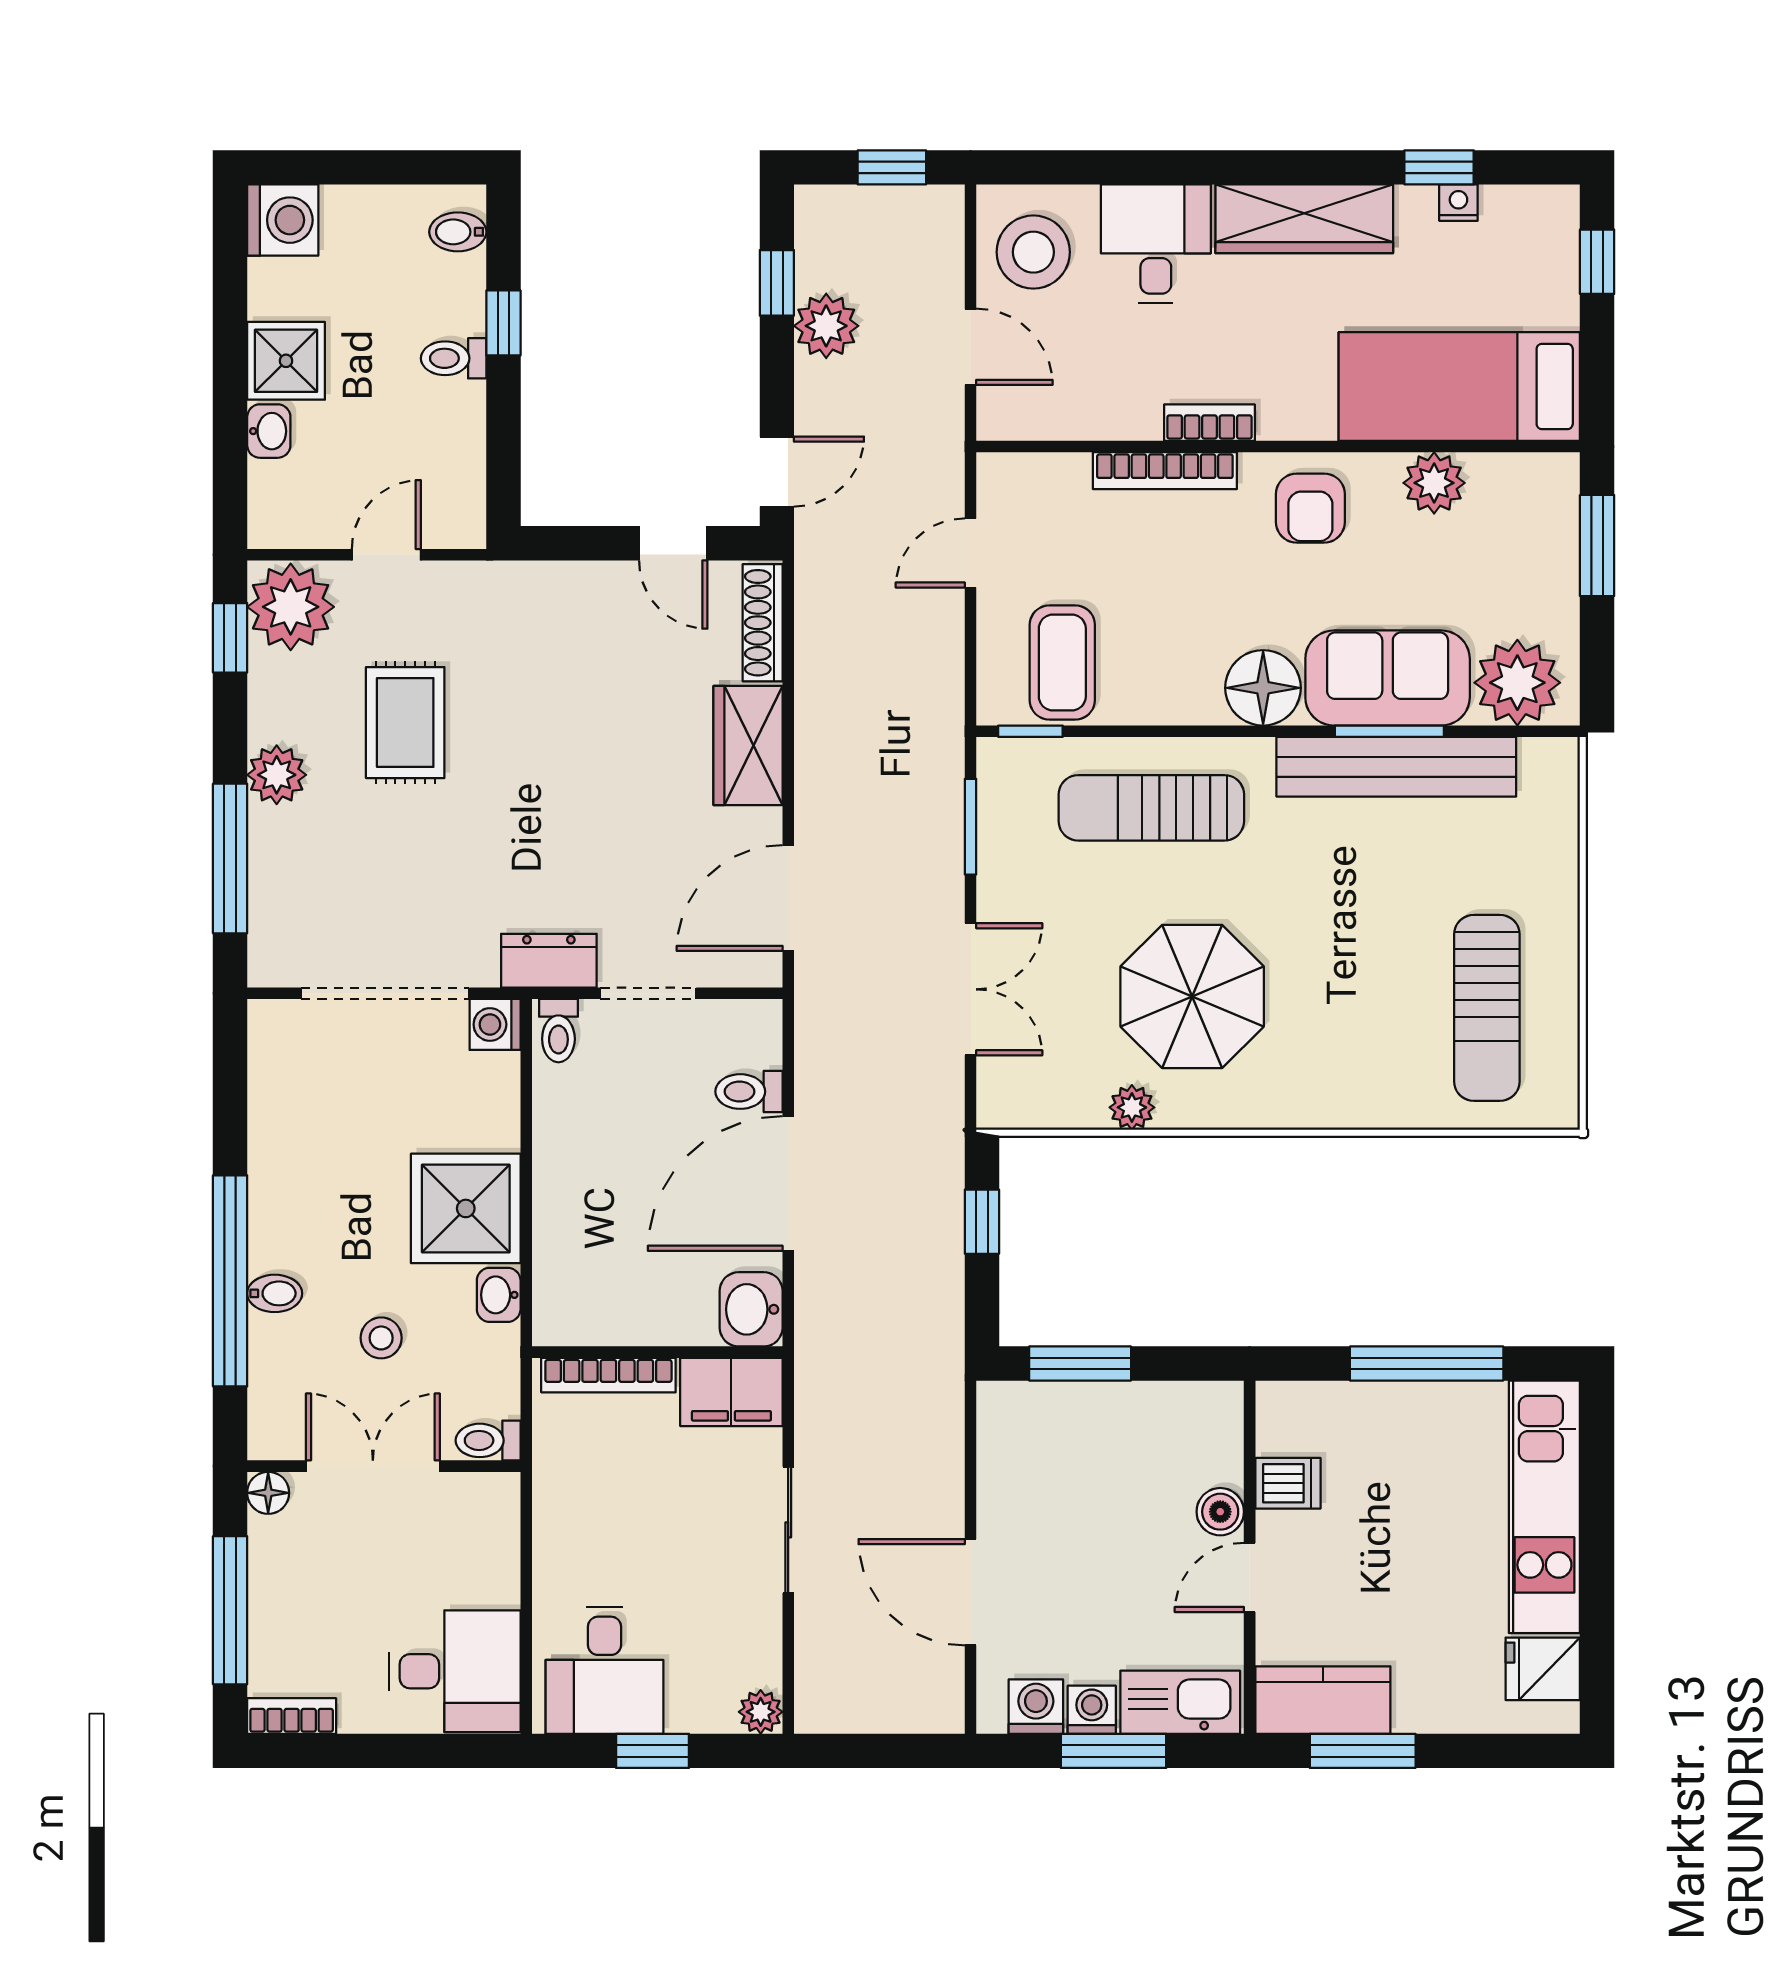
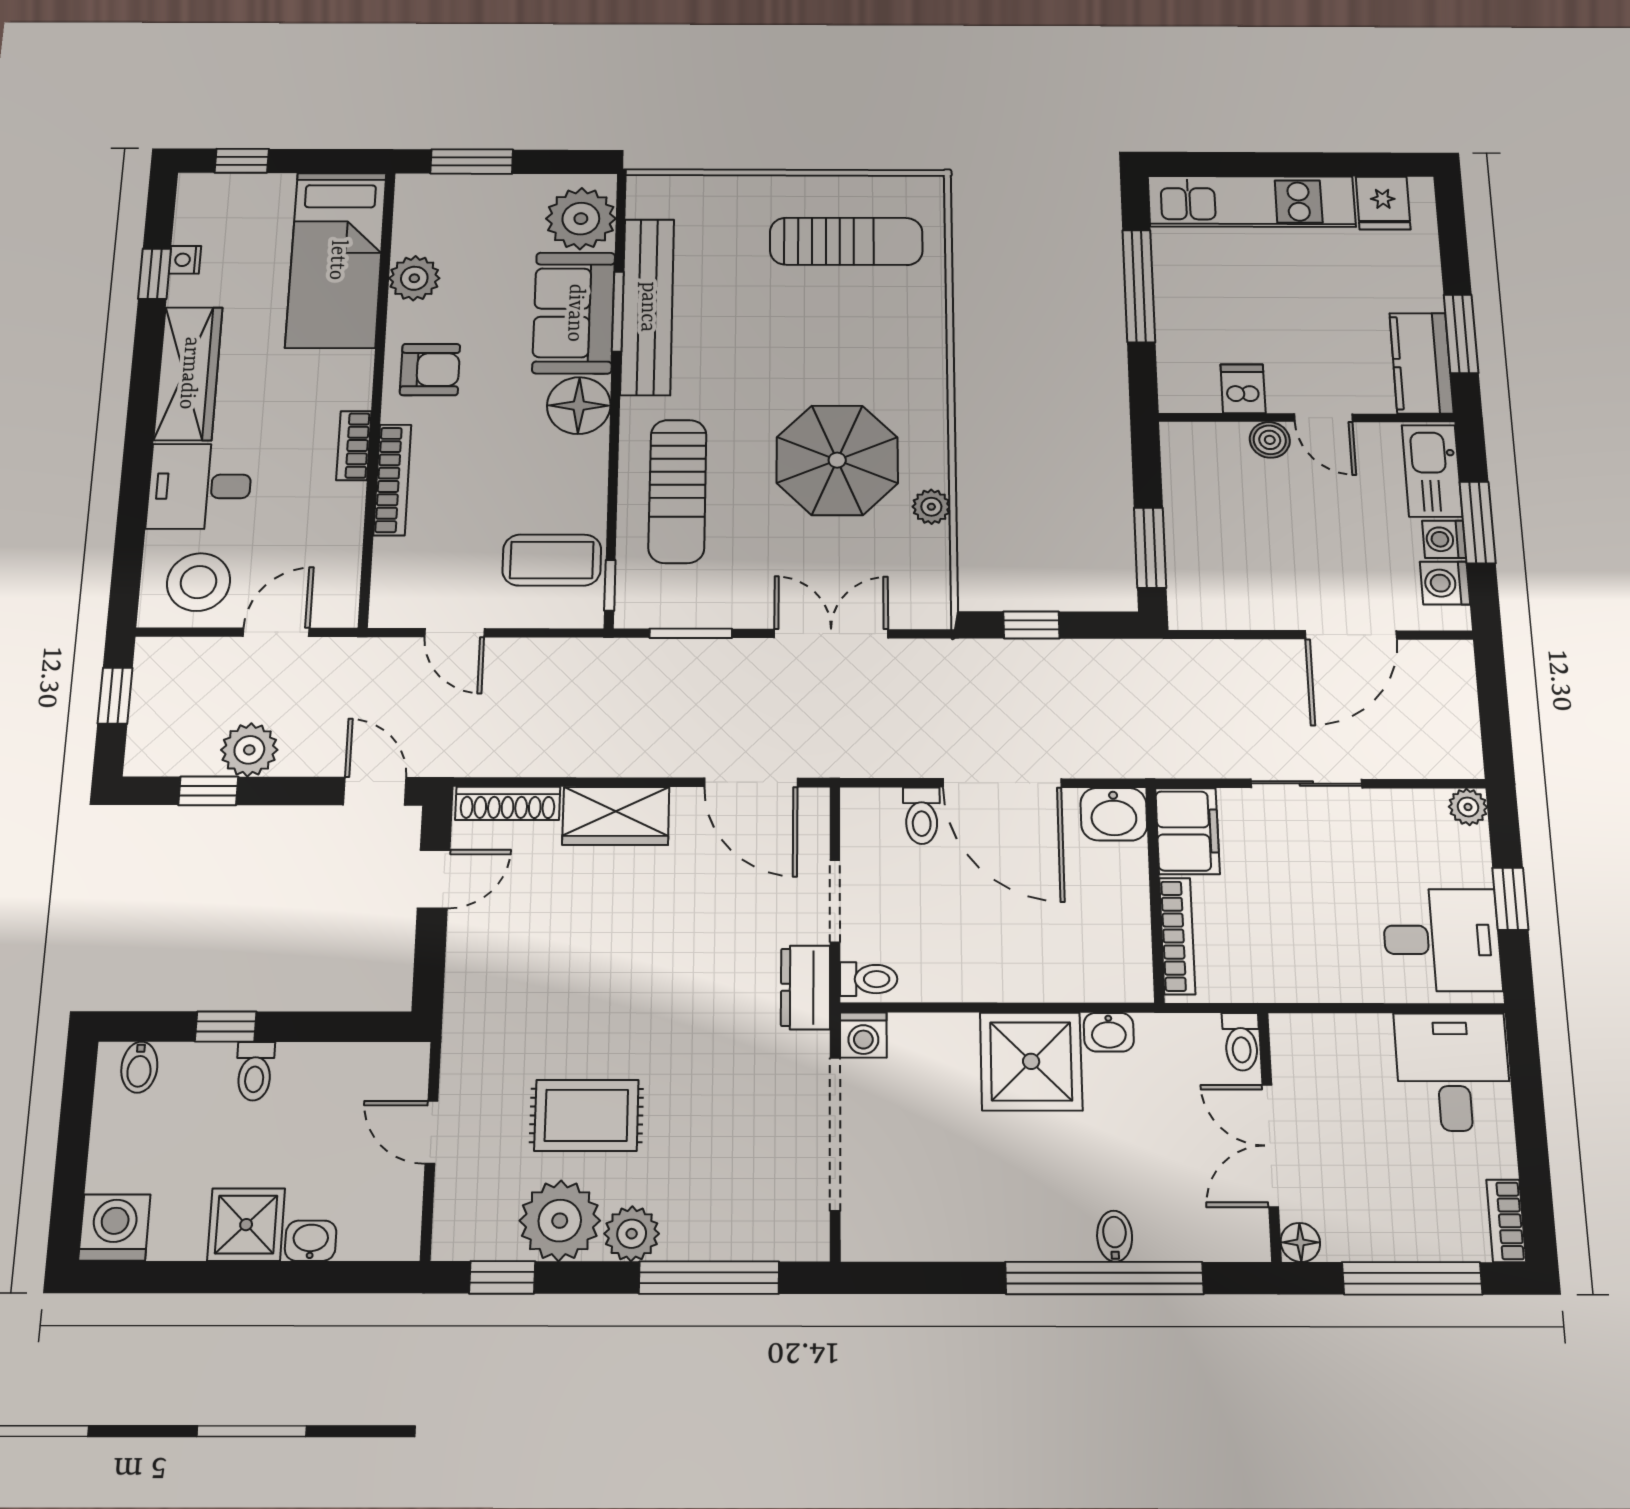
plant: (291, 607) -> (560, 1221), moved
stool: (381, 1338) -> (1152, 1138), removed

